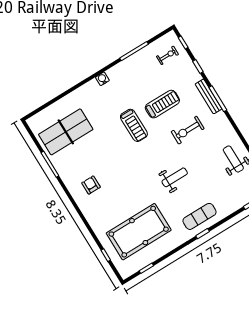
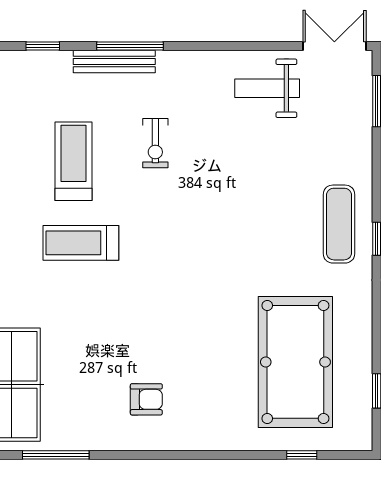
treadmill: (134, 125) -> (81, 243), turned 180
exercise bike: (188, 130) -> (155, 143), width x0.73, depth x0.72
weight bench: (175, 177) -> (232, 226), removed
armchair: (91, 185) -> (146, 399), turned 180

